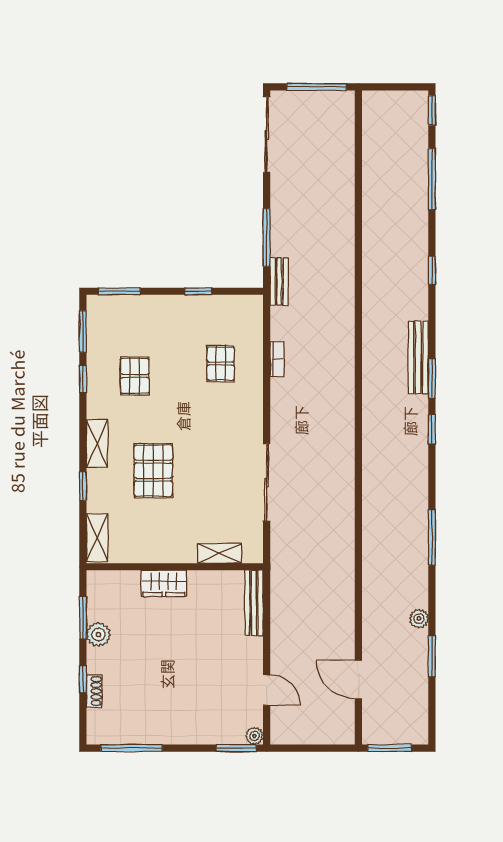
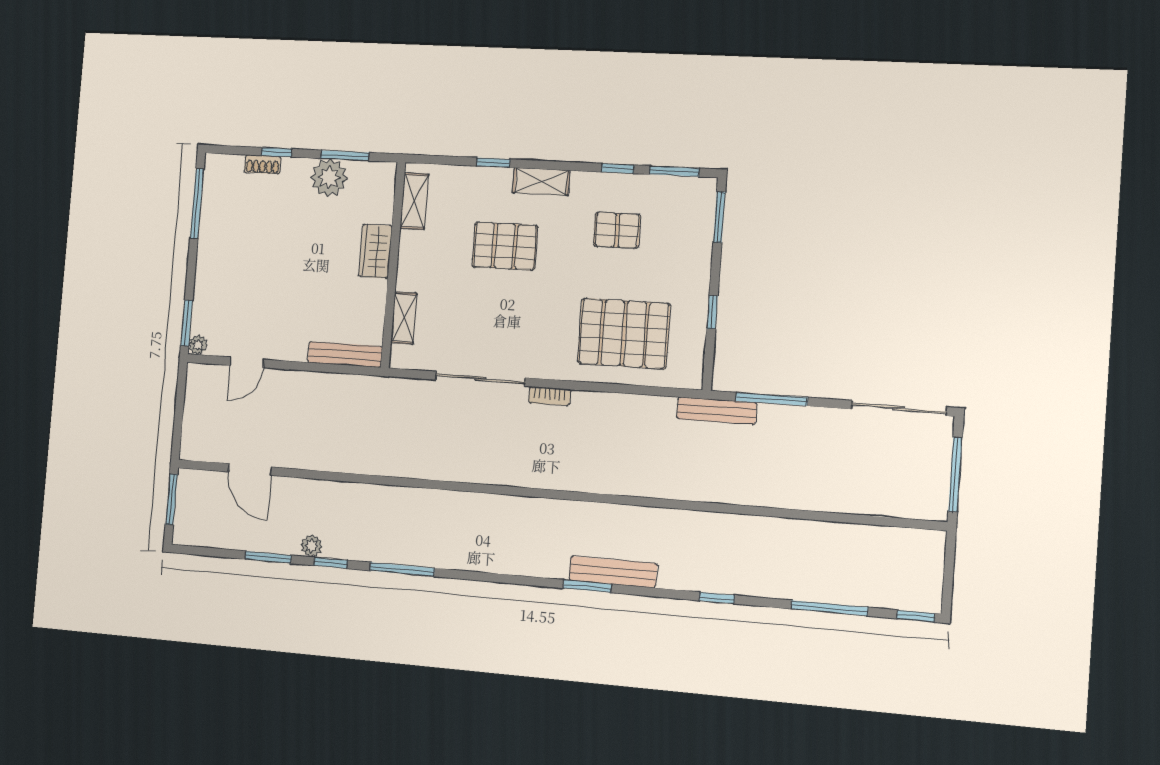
bench: (279, 282) -> (717, 411), width x1.36
bookcase: (277, 359) -> (549, 396), moved
pallet: (221, 364) -> (624, 333), width x2.05, depth x2.00
window: (432, 429) -> (331, 563), moved
shelving: (97, 538) -> (414, 201), moved, turned 90
plant: (98, 635) -> (329, 178), width x1.36, depth x1.36
door: (358, 679) -> (250, 469), swing flipped

